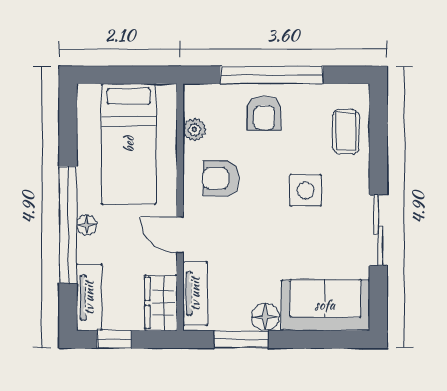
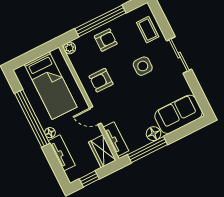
armchair: (264, 113) -> (106, 40), turned -90
plant: (194, 130) -> (70, 48), moved
window: (68, 225) -> (32, 118), moved
sliding door: (378, 230) -> (179, 55), moved
tv unit: (89, 298) -> (62, 153), moved
window: (241, 339) -> (148, 150), width x1.44

